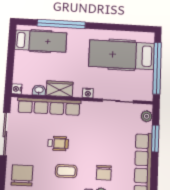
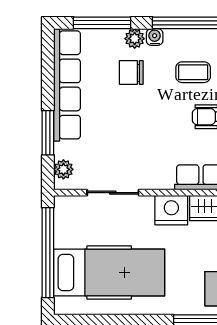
nightstand: (88, 93) -> (171, 210), width x1.89, depth x1.79
chair: (104, 173) -> (131, 73), turned -90

